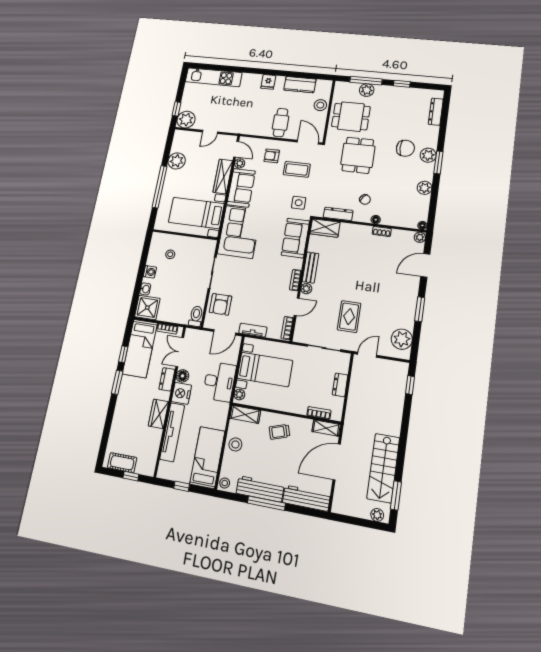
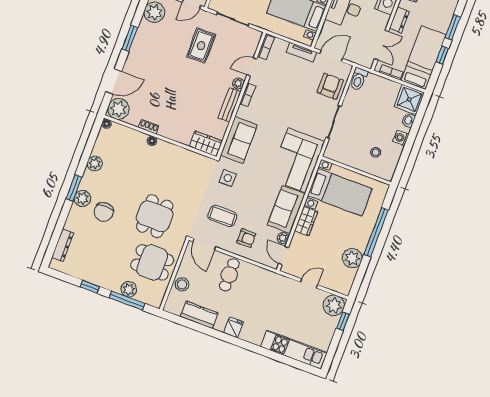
chair: (405, 148) -> (104, 212), turned -90
wardrobe: (223, 176) -> (306, 221), width x0.67
chair: (365, 199) -> (158, 165), removed
dresser: (338, 214) -> (189, 156), removed
plant: (420, 237) -> (118, 109), width x1.87, depth x1.87
floor lamp: (182, 376) -> (382, 20), removed

